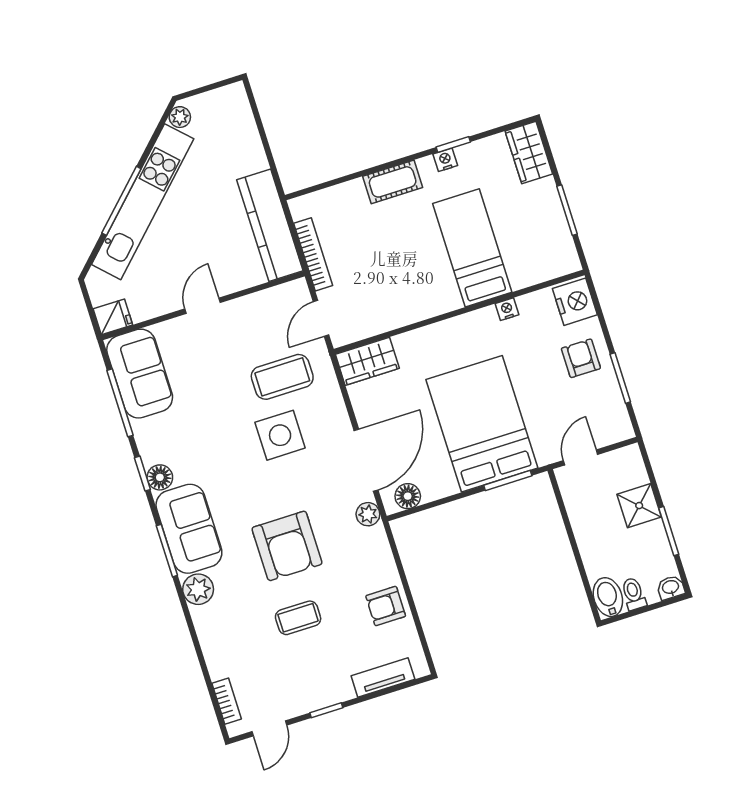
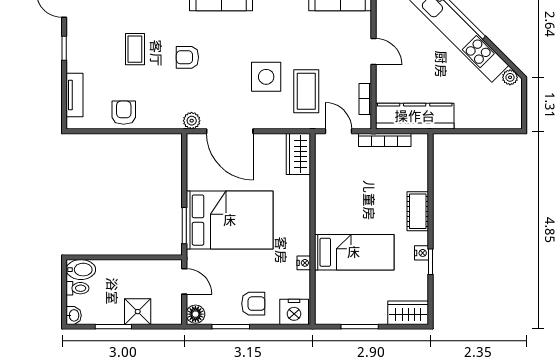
bookcase: (268, 297) -> (365, 99), added
floor lamp: (408, 496) -> (195, 314), moved
armchair: (287, 546) -> (187, 57), width x0.53, depth x0.53

